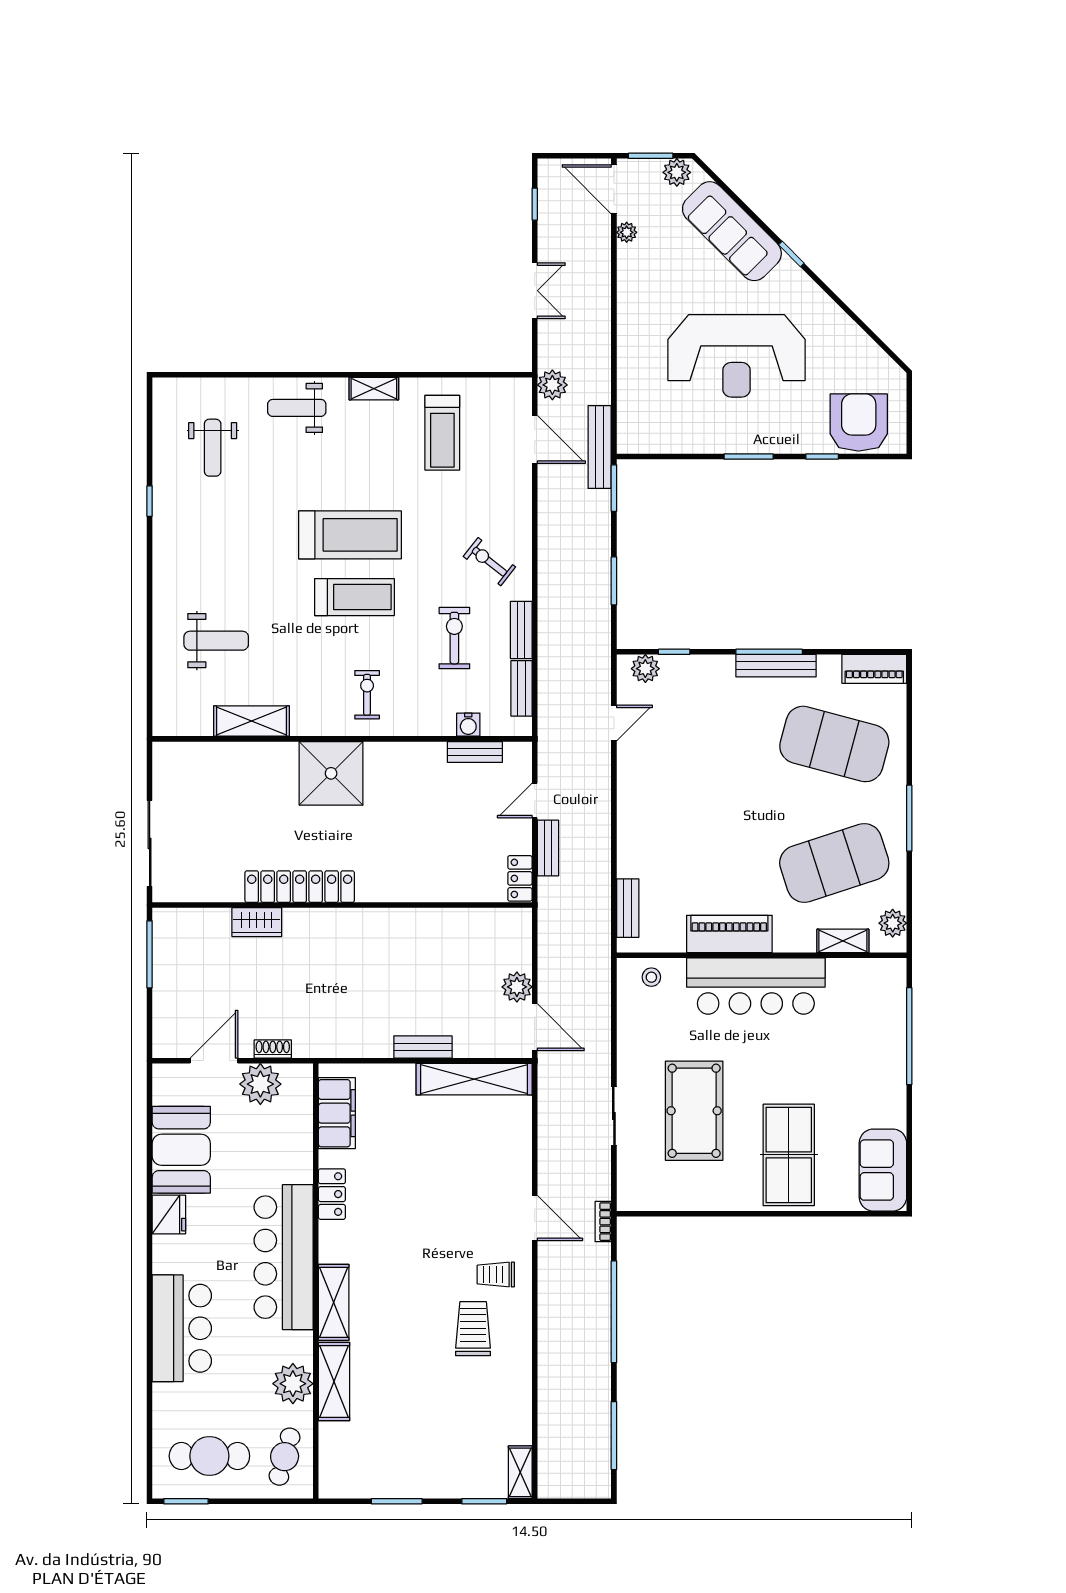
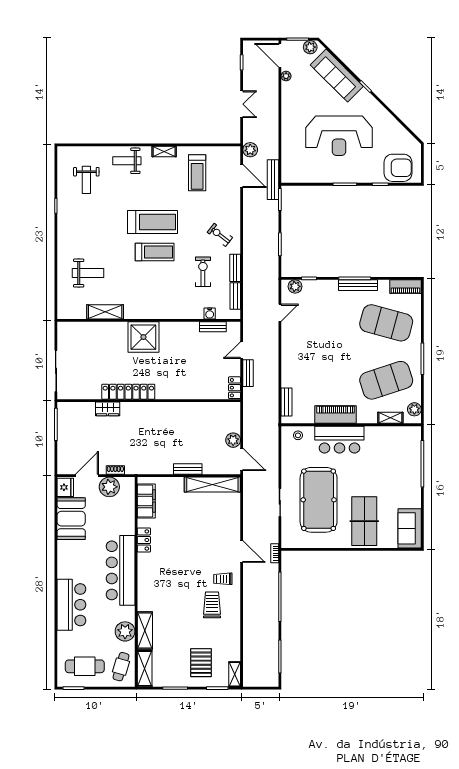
armchair: (859, 422) -> (398, 168), turned 90
exercise bike: (367, 695) -> (161, 299), removed
bar counter: (756, 986) -> (339, 440), width x0.73
pool table: (694, 1111) -> (319, 500), width x1.36, depth x1.32
fridge: (169, 1215) -> (65, 487), moved
shelving: (334, 1302) -> (145, 669), moved
pallet: (450, 1448) -> (201, 663), added

